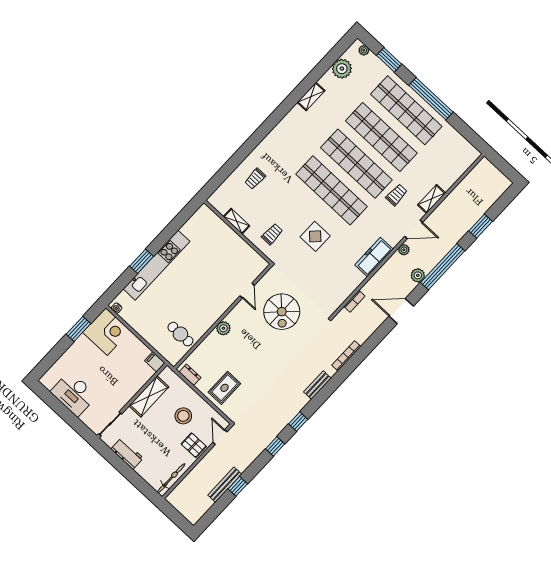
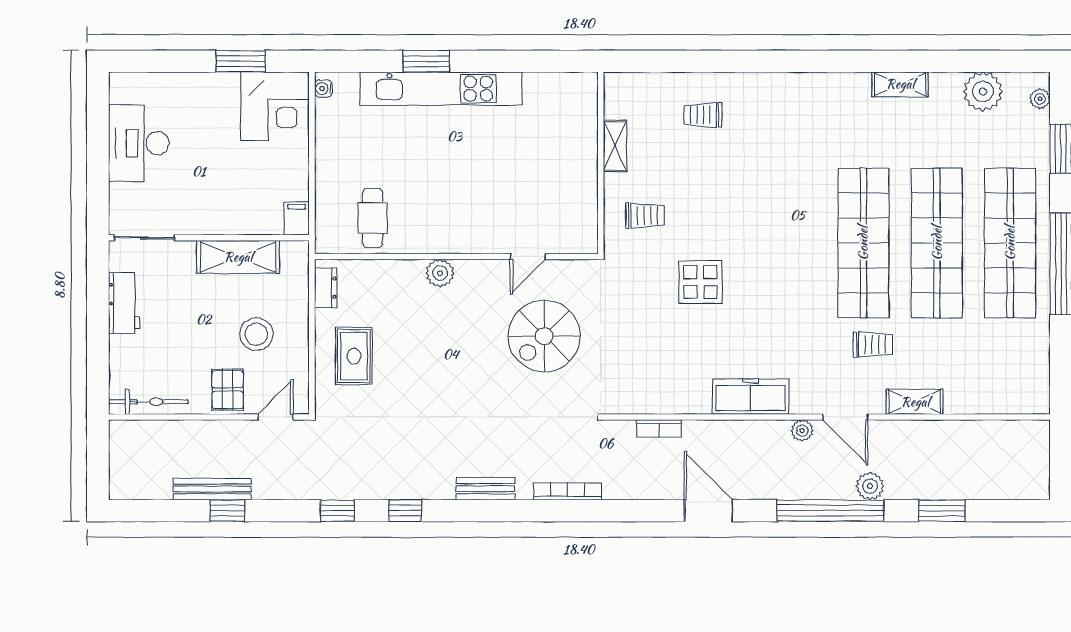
shop shelf: (331, 190) -> (790, 243), removed
plant: (418, 275) -> (870, 486), moved
rug: (224, 388) -> (354, 356), turned 90

